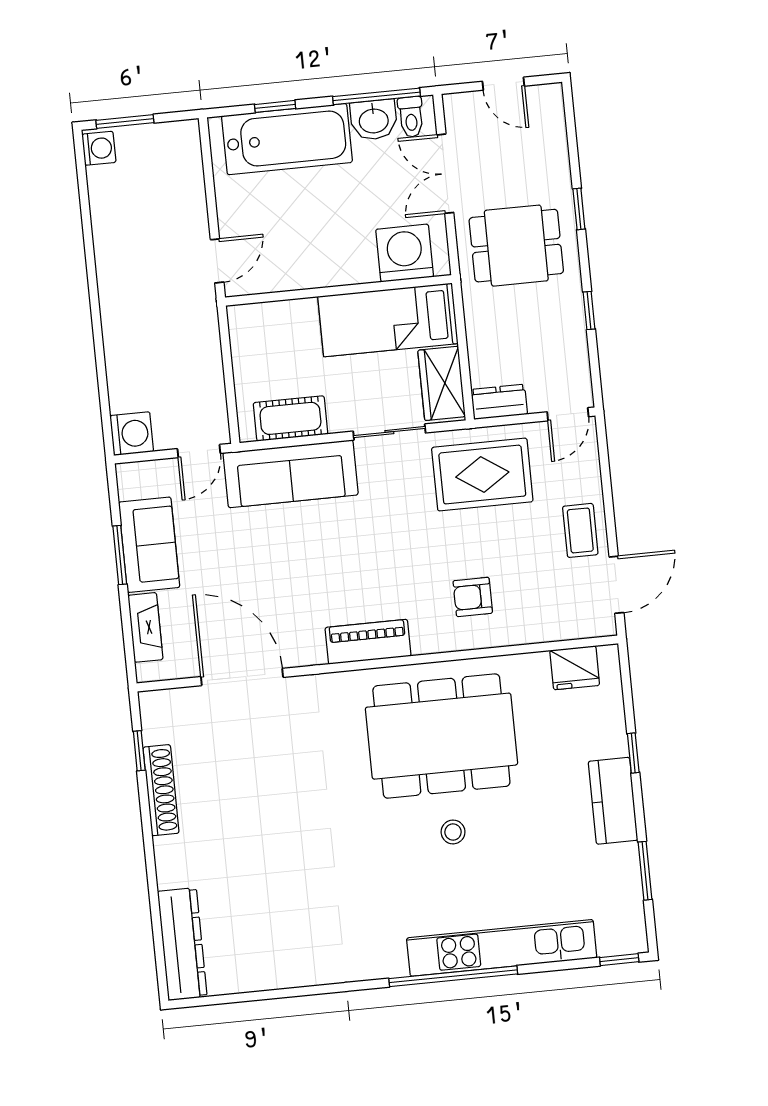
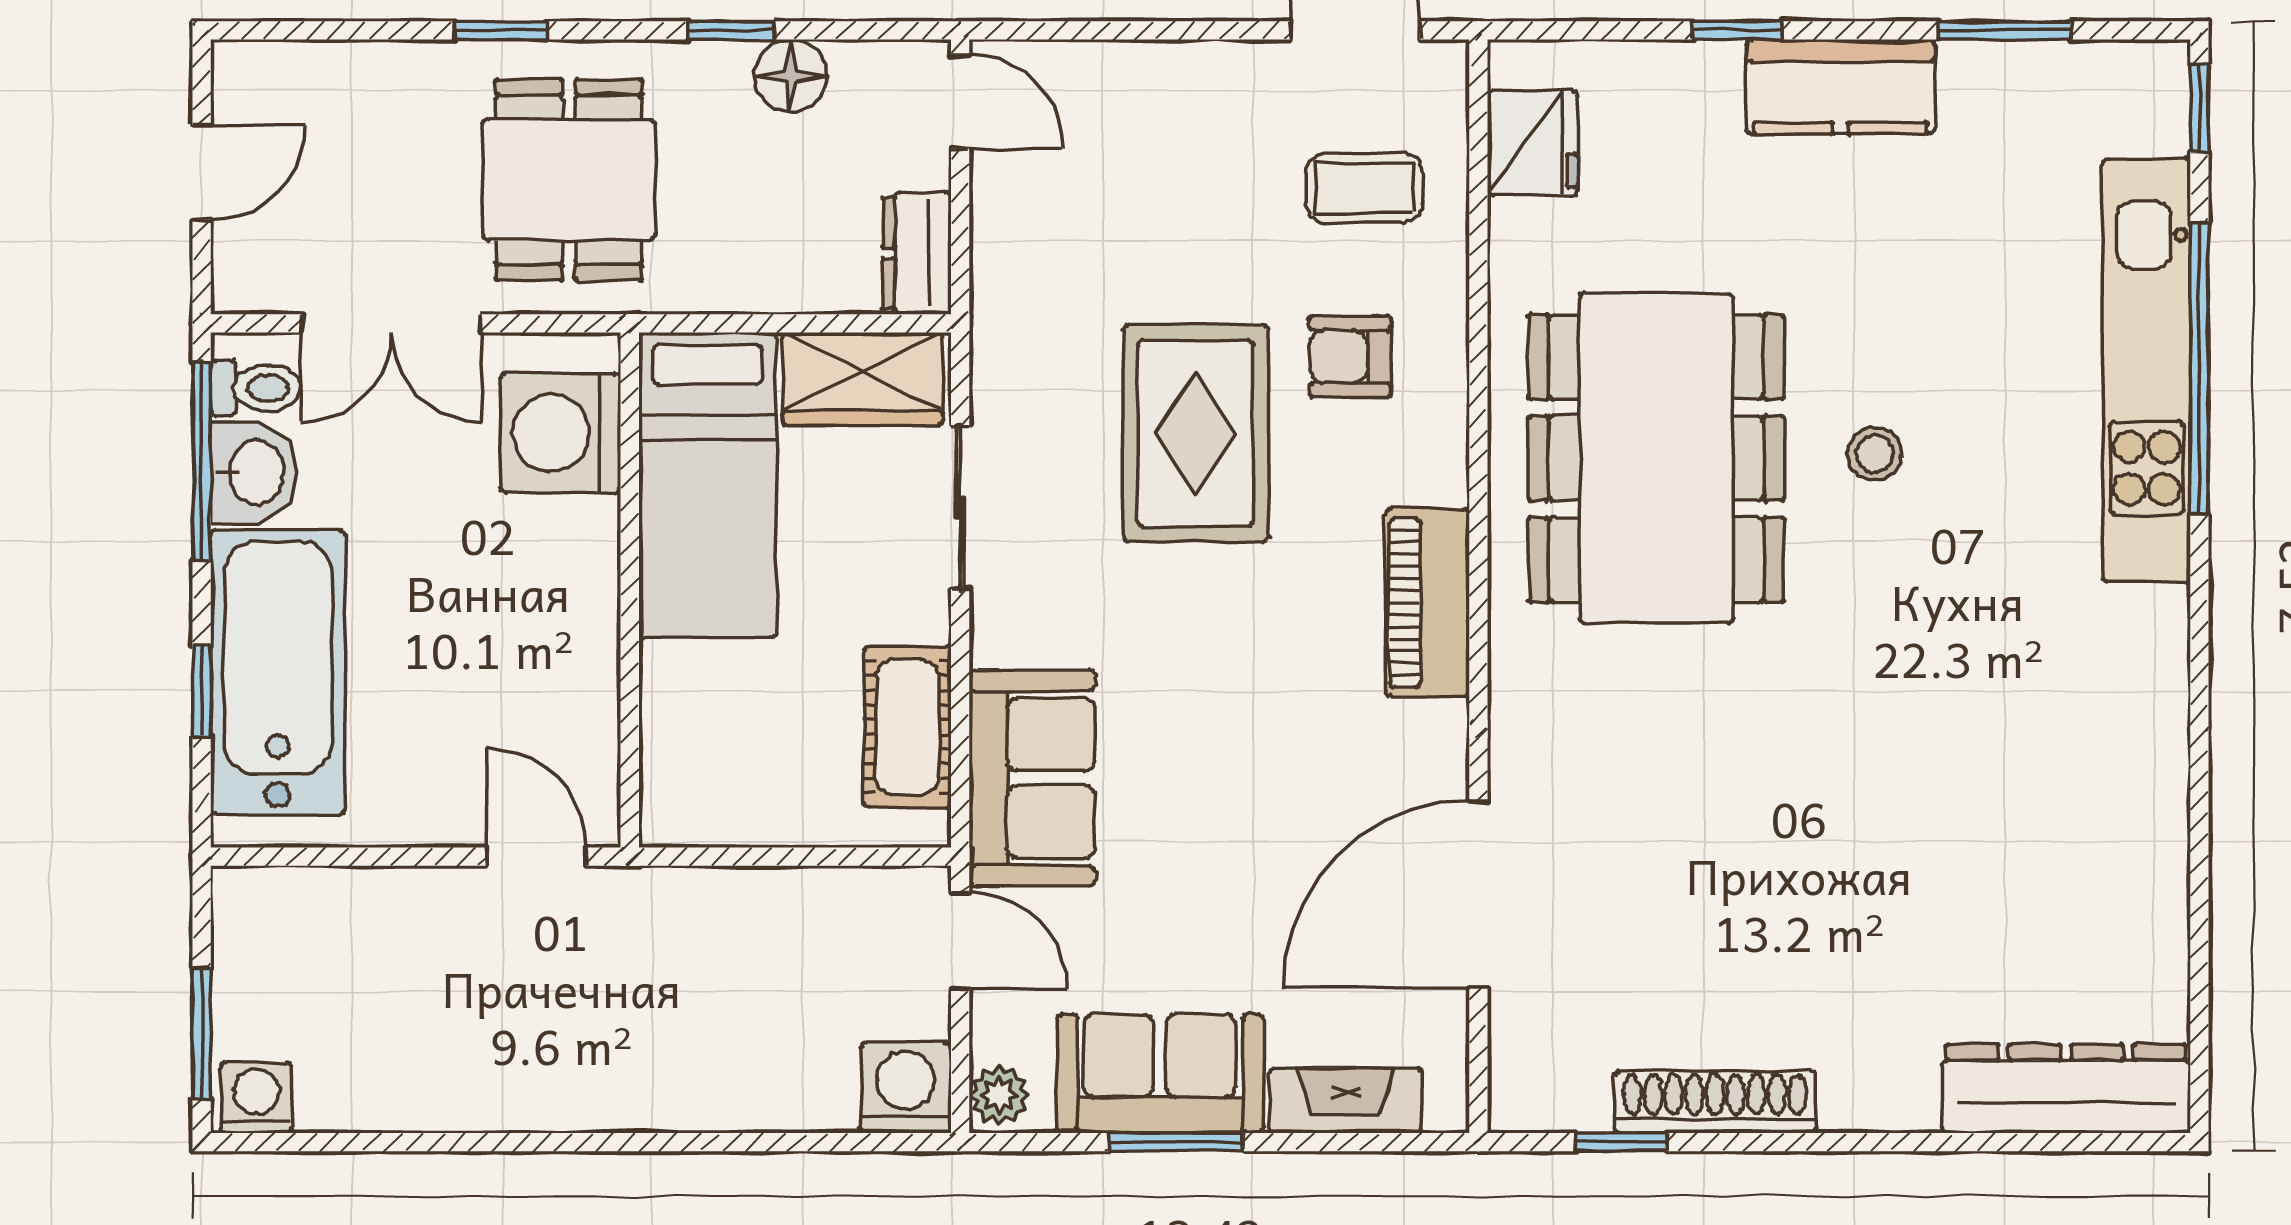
floor lamp: (572, 339) -> (791, 76), added
sofa: (291, 474) -> (1032, 778), width x0.73
plant: (132, 475) -> (999, 1095), added
rug: (482, 475) -> (1196, 433), moved
coffee table: (580, 530) -> (1364, 188), moved
armchair: (473, 597) -> (1350, 357), turned 90
window: (453, 976) -> (2199, 368), moved

